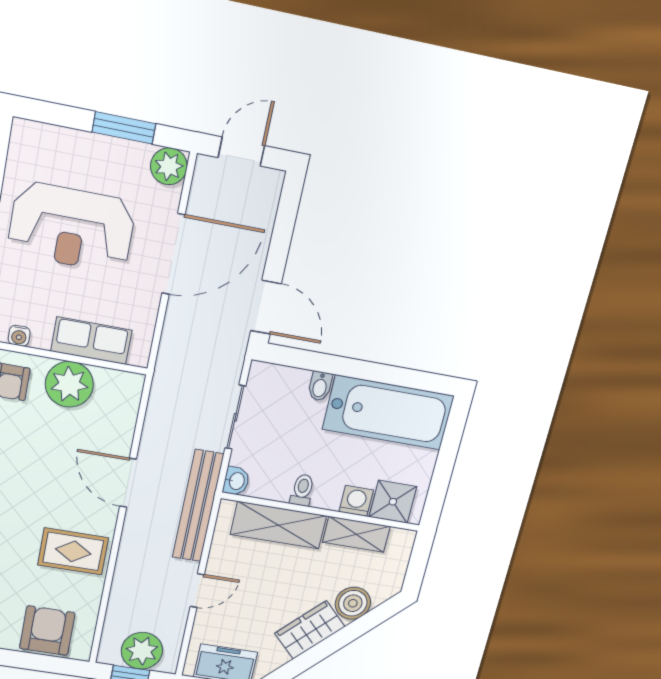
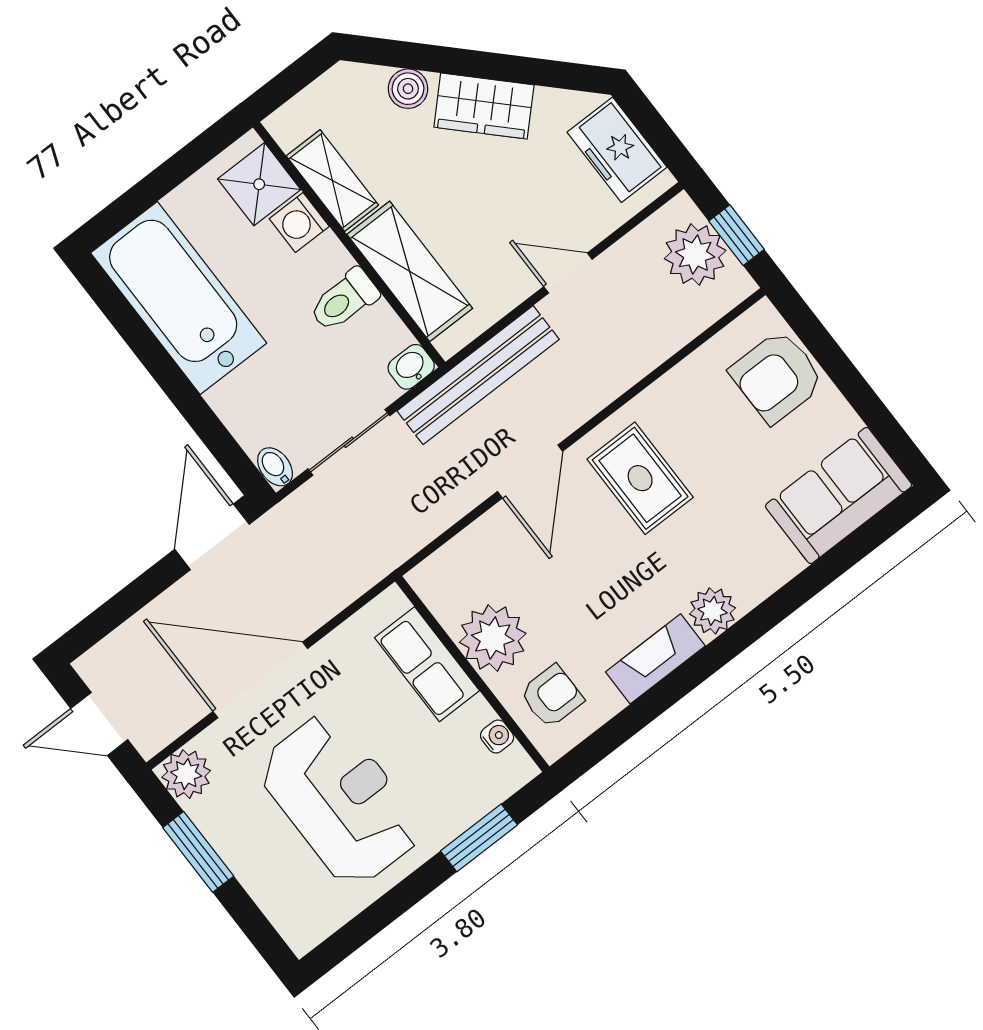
bidet: (320, 386) -> (275, 467), moved, turned -90
toilet: (302, 490) -> (344, 300), width x1.37, depth x1.39
rug: (73, 551) -> (640, 478), moved
boiler: (353, 603) -> (408, 89), width x0.73, depth x0.73

